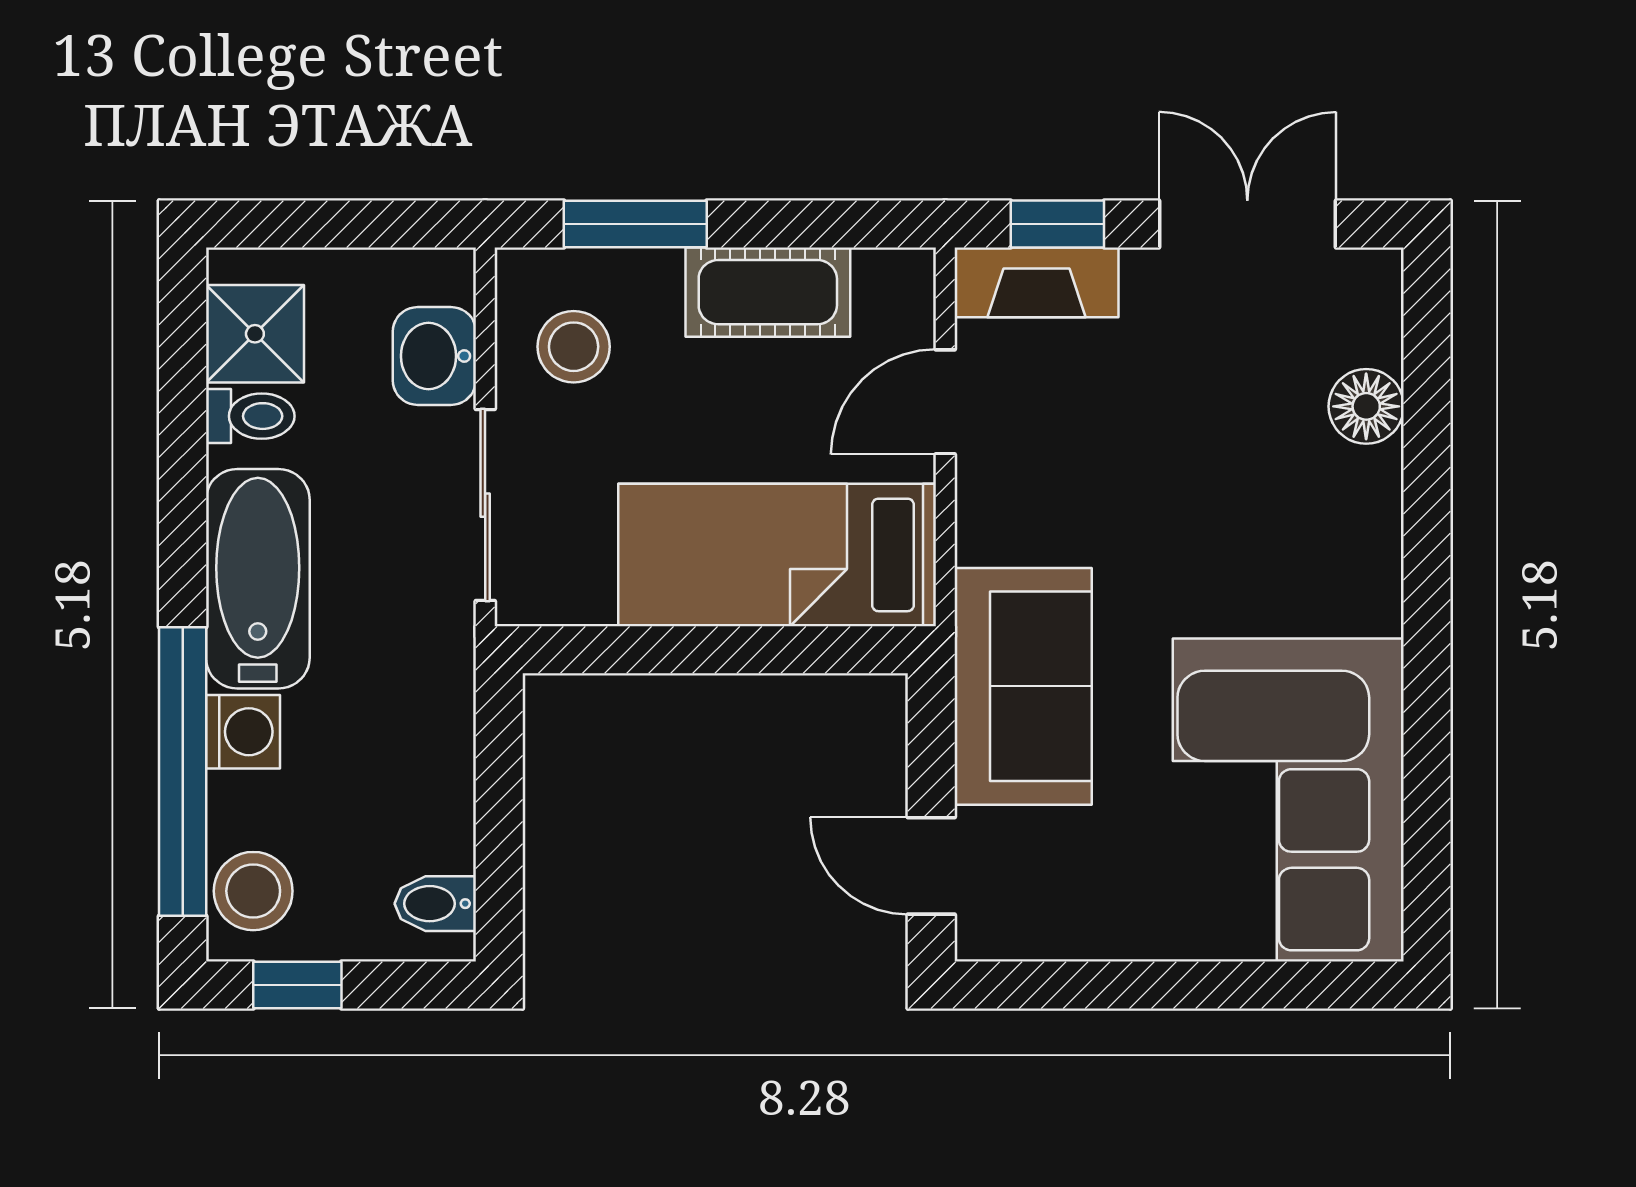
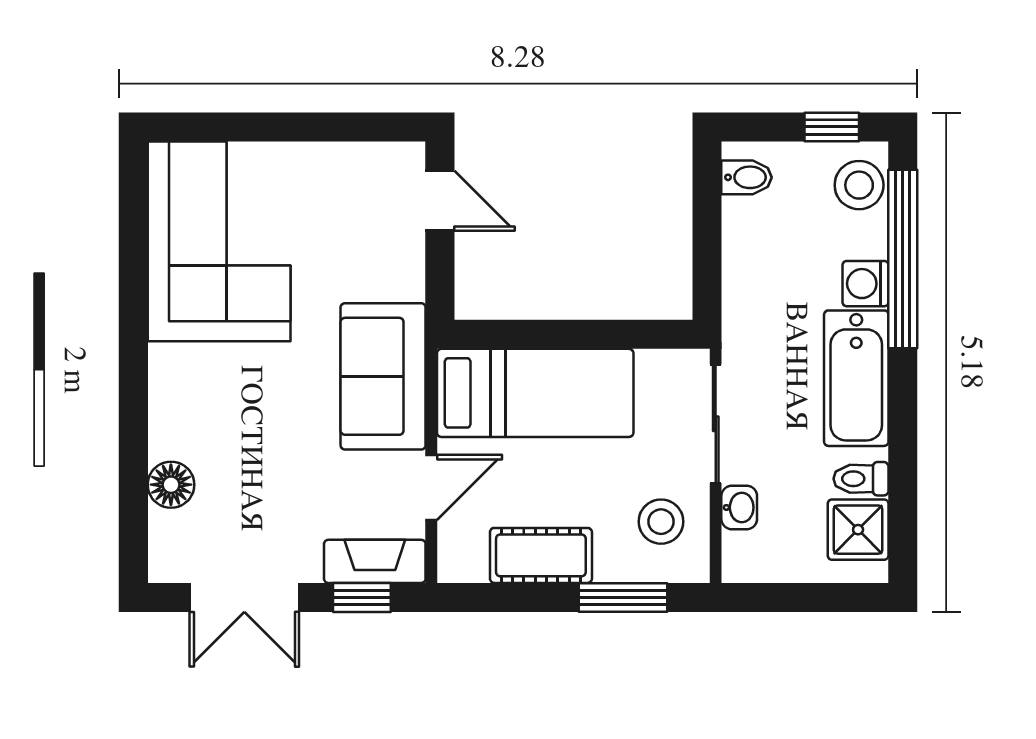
washbasin: (434, 356) -> (739, 507), width x0.72, depth x0.69
sofa: (1023, 686) -> (383, 376), moved

